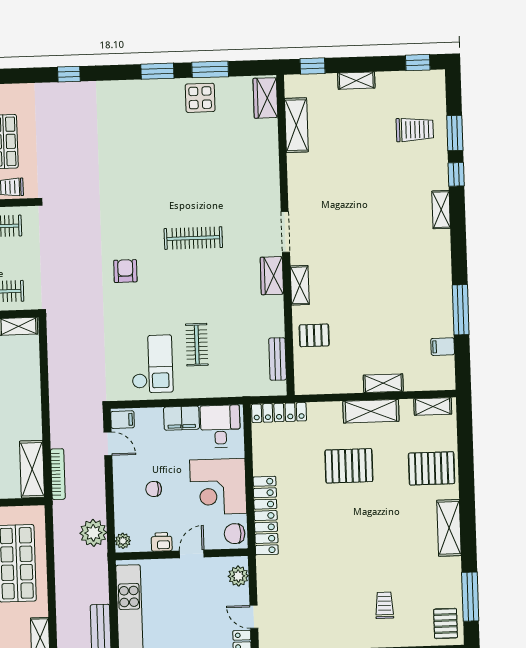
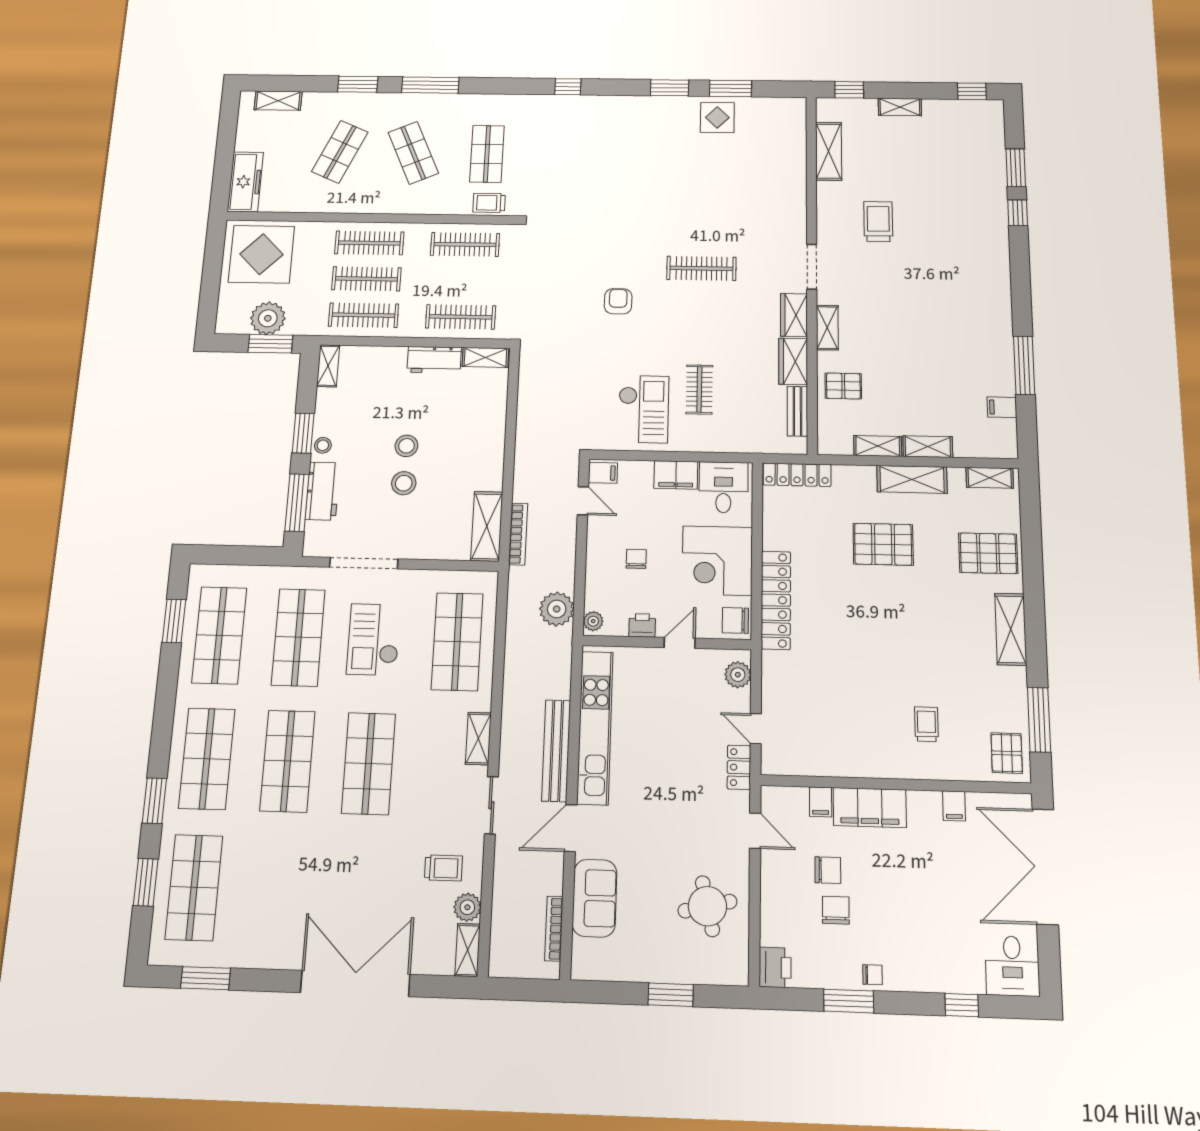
wardrobe: (265, 98) -> (793, 361), moved
trolley: (415, 130) -> (878, 222), moved, turned -90
shelving: (441, 210) -> (878, 446), moved, turned 90
chair: (154, 489) -> (636, 559), turned 90

